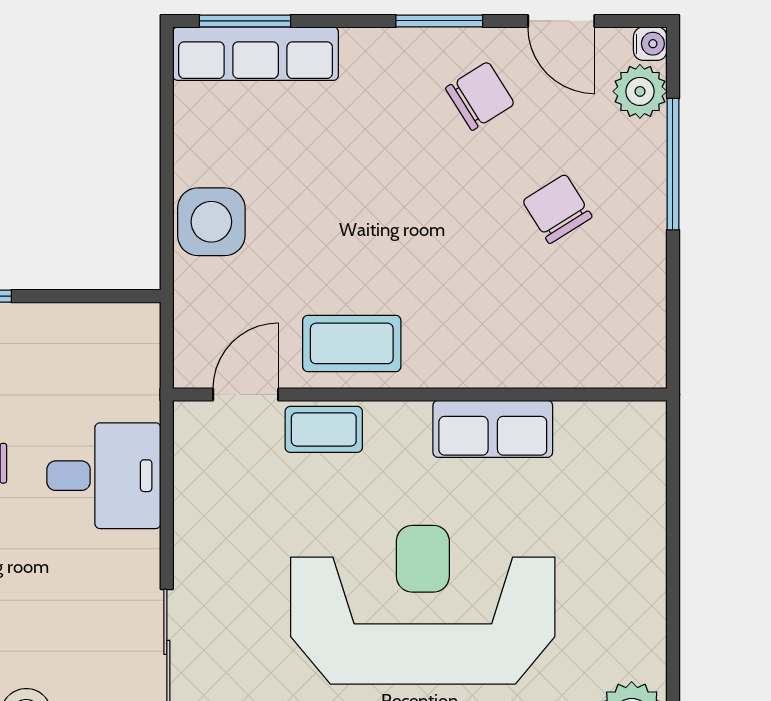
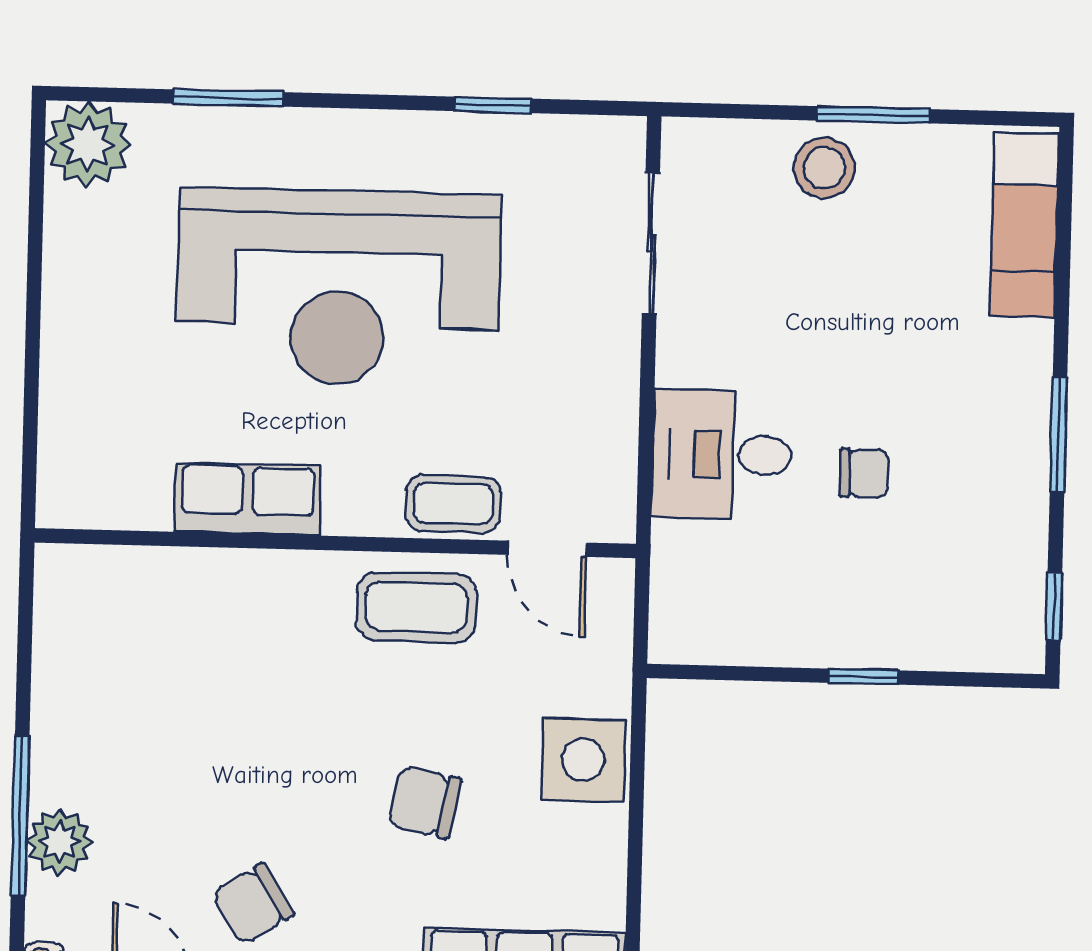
plant: (640, 91) -> (60, 842), moved
chair: (557, 209) -> (425, 802), moved, turned 133
door: (246, 394) -> (547, 549), hinge flipped

